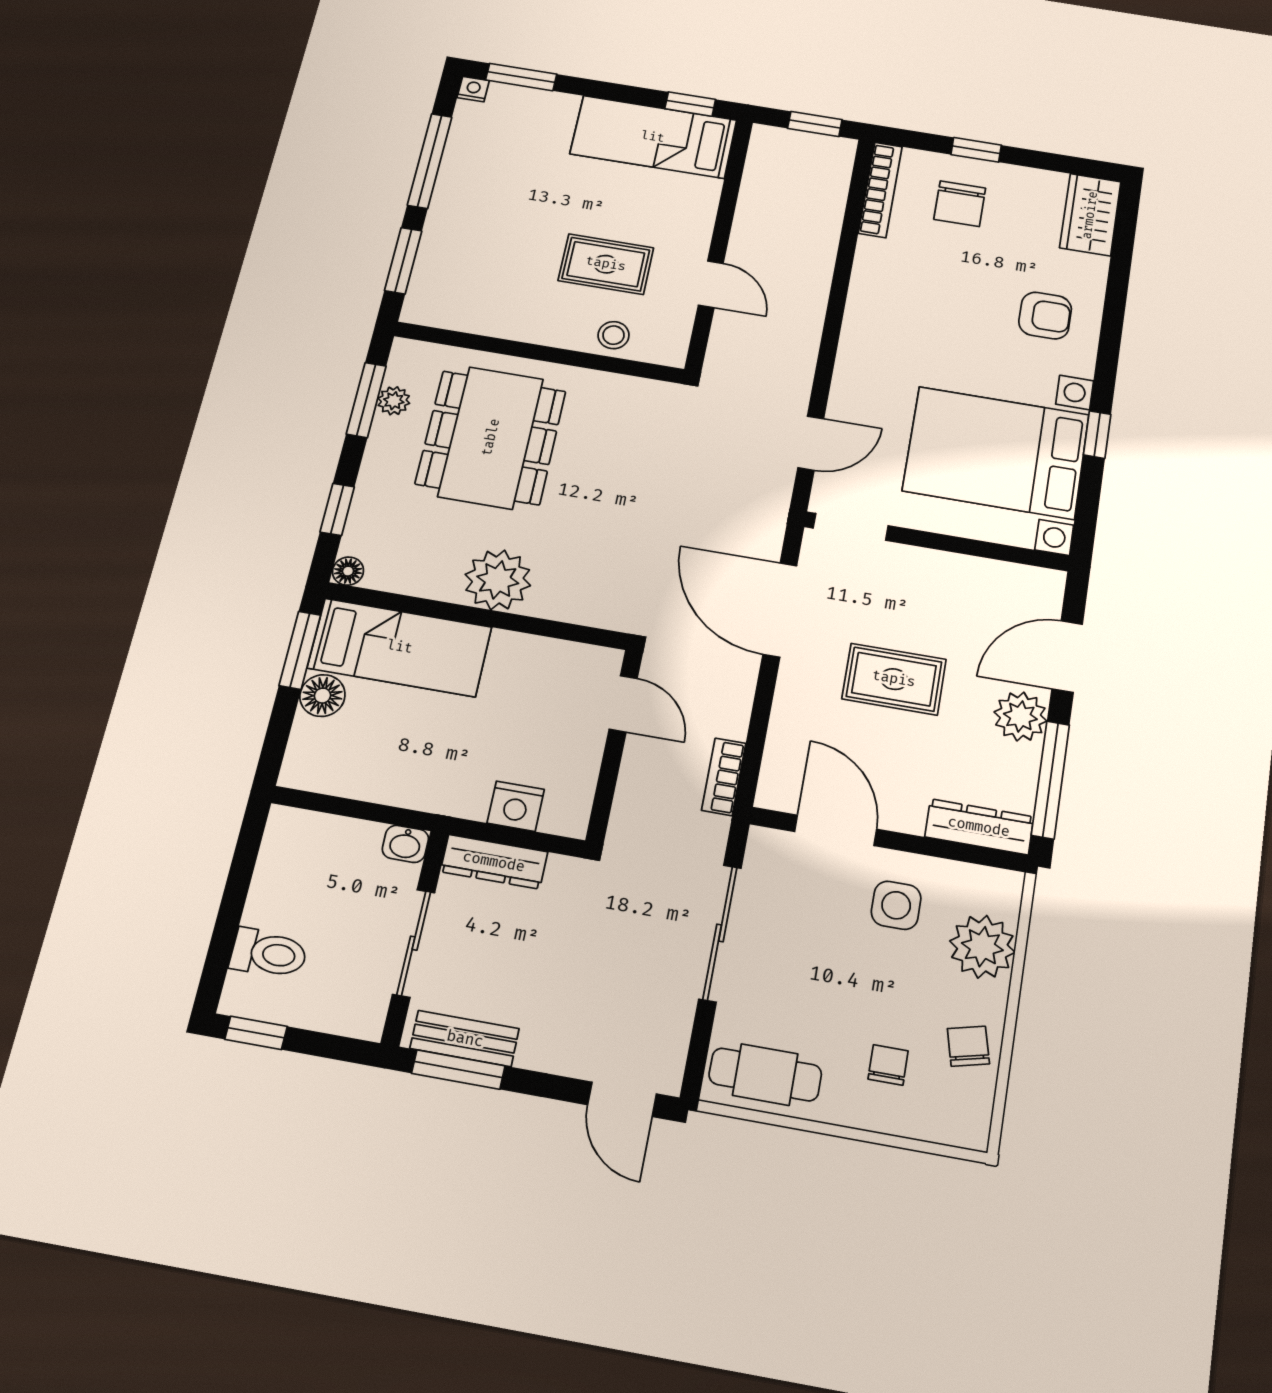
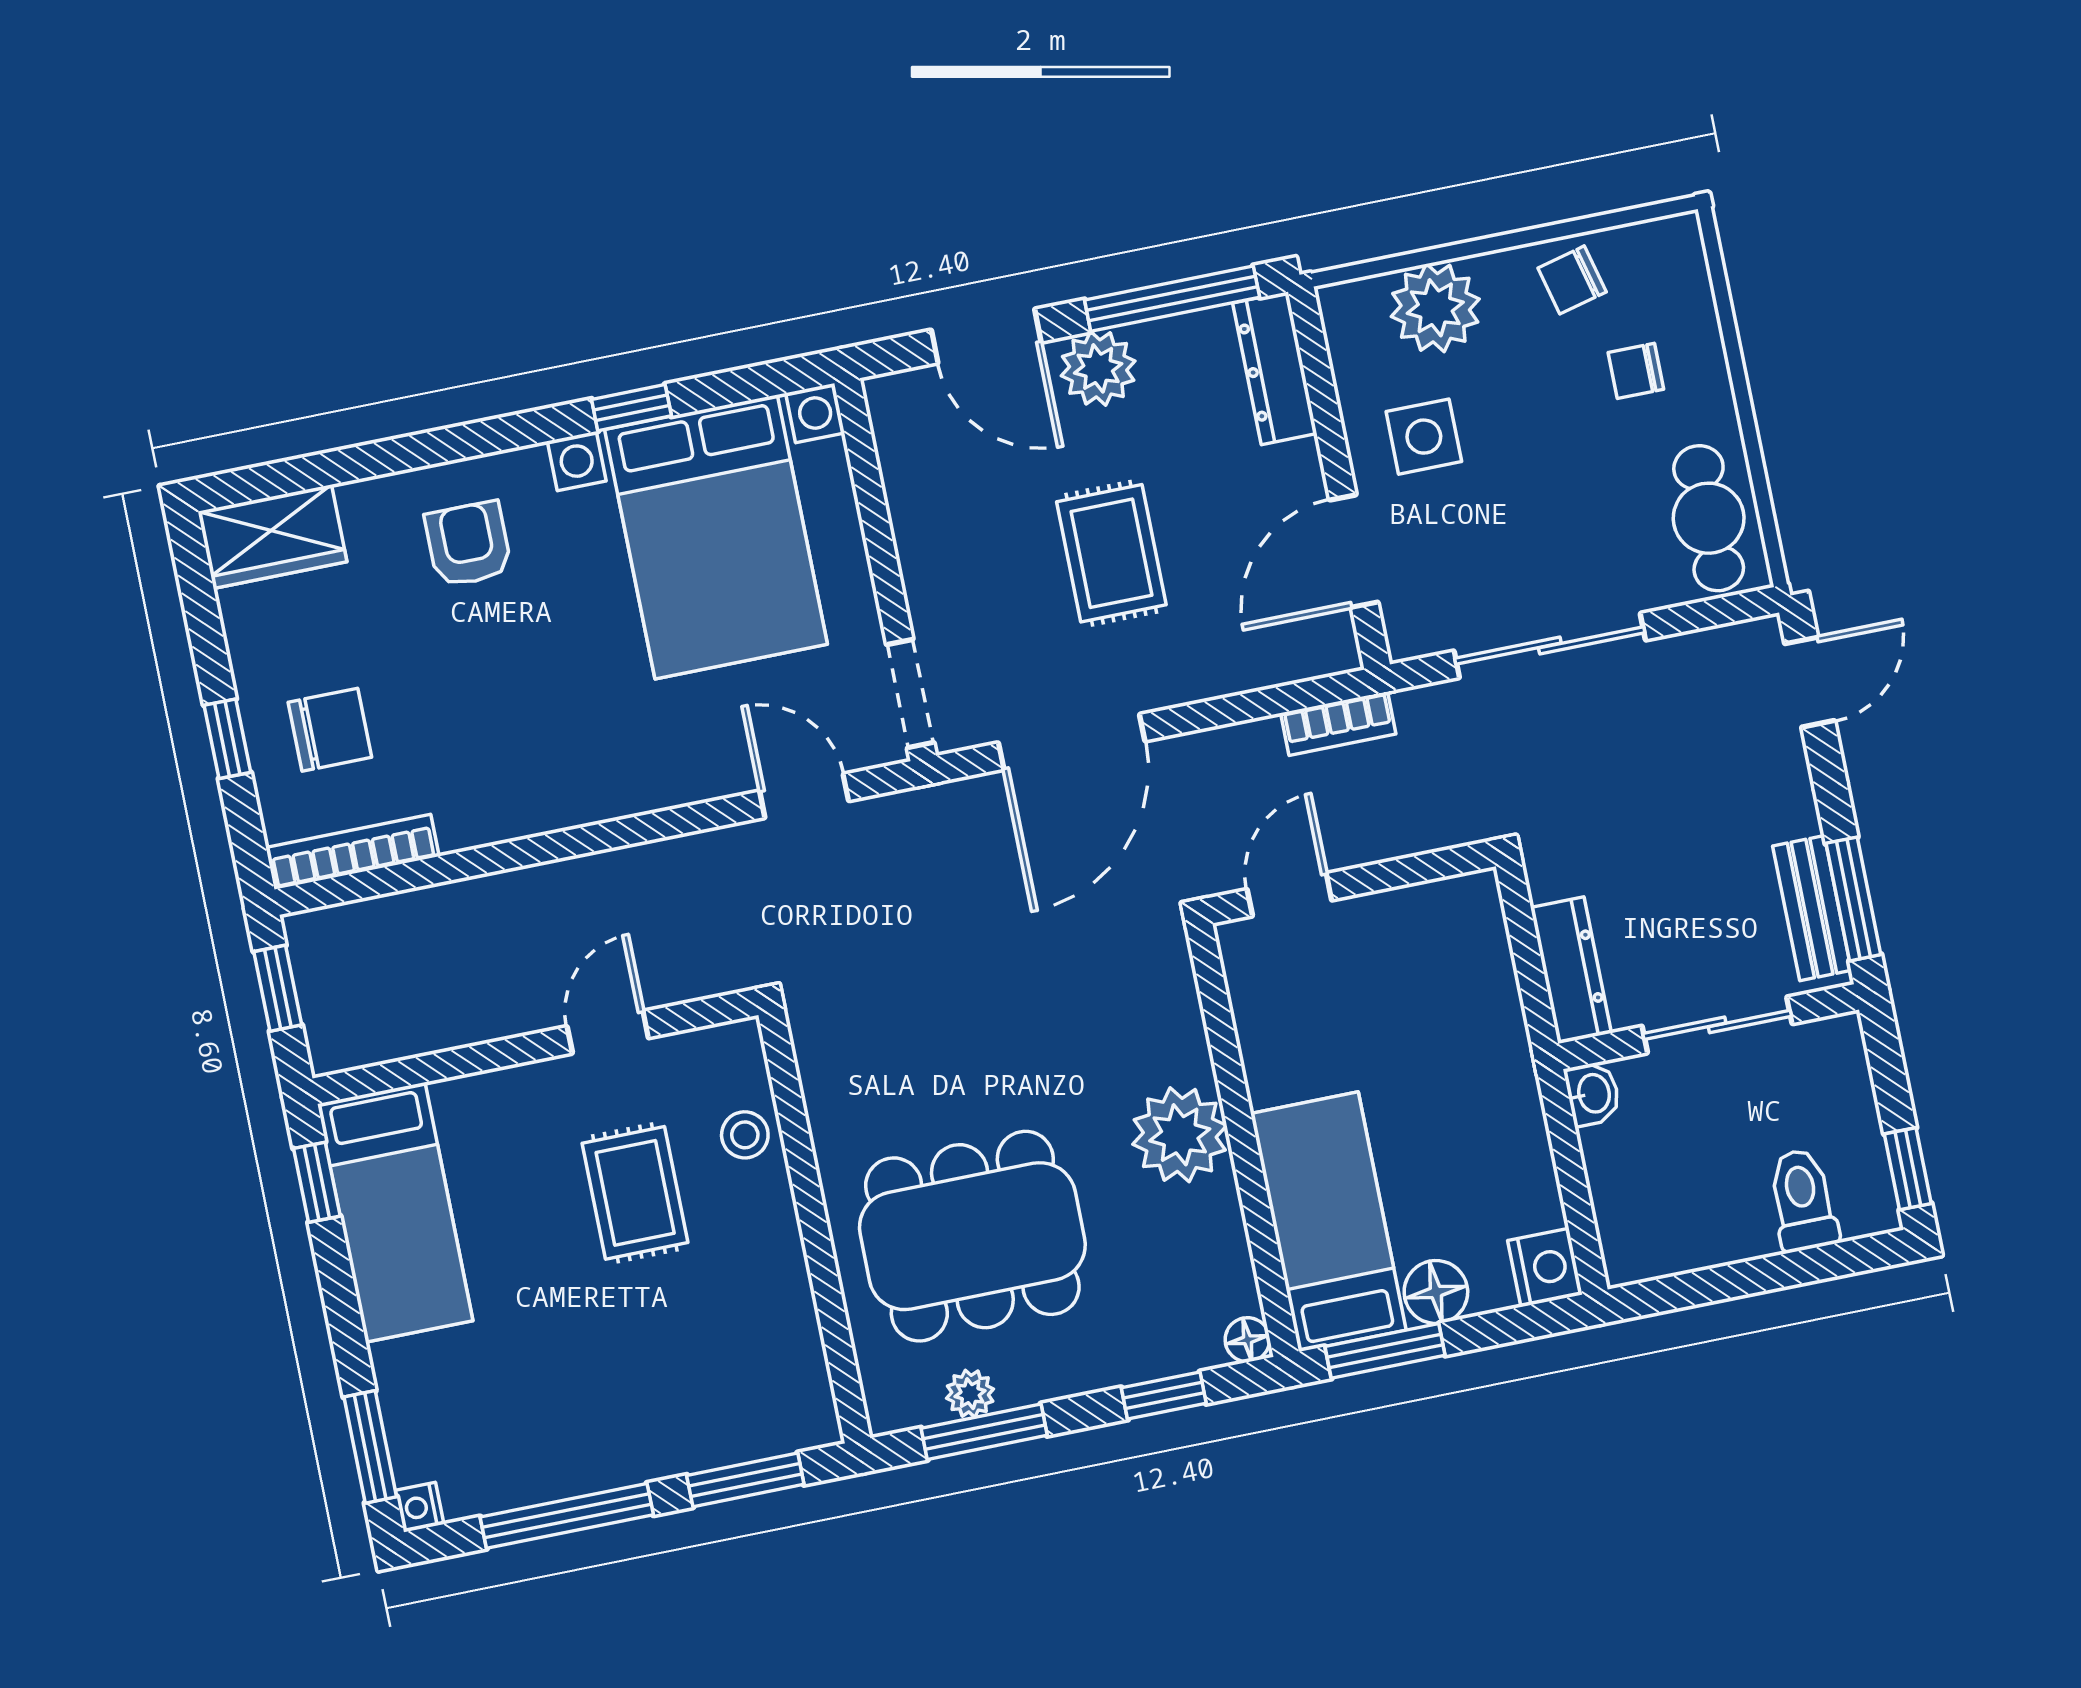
nightstand: (516, 806) -> (1545, 1268), moved

